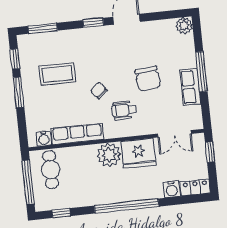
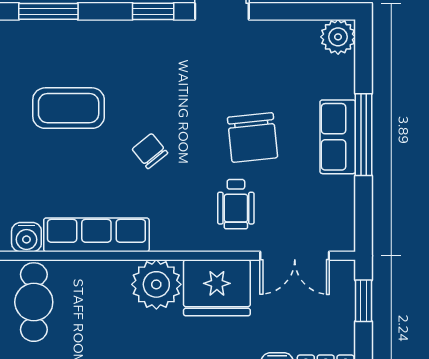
row of seats: (190, 87) -> (338, 137), moved
wheelchair: (124, 110) -> (236, 204), moved, turned -90

